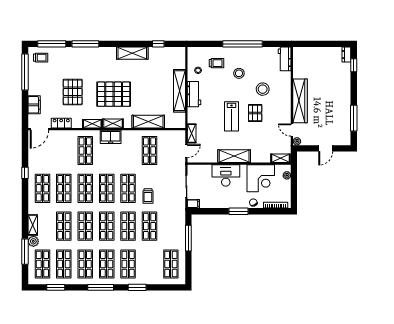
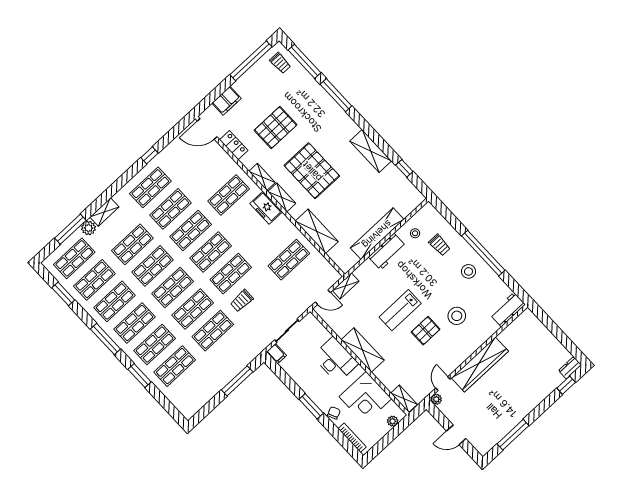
stool: (239, 73) -> (468, 271), moved
shop shelf: (171, 264) -> (175, 366), moved

